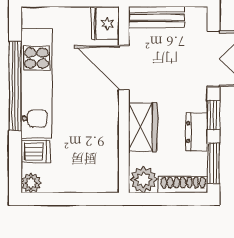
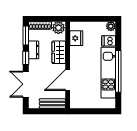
fridge: (105, 23) -> (76, 38), moved
door: (124, 68) -> (68, 80), swing flipped

